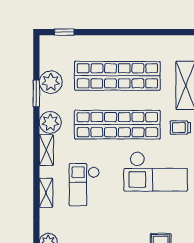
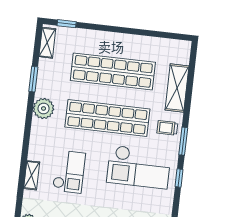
plant: (51, 82) -> (48, 70), removed
shelving: (46, 150) -> (47, 43), moved
checkout: (84, 185) -> (69, 172), turned 180

